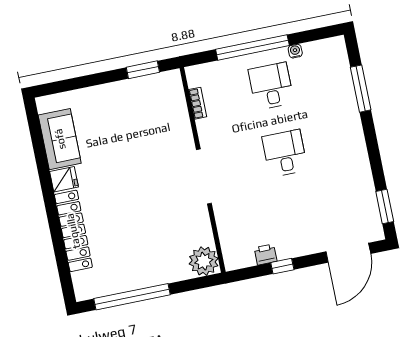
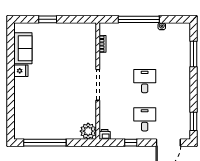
window: (143, 70) -> (48, 19), moved
desk: (271, 86) -> (145, 119), moved
locker: (73, 231) -> (20, 100), removed
printer: (266, 255) -> (105, 134), moved

